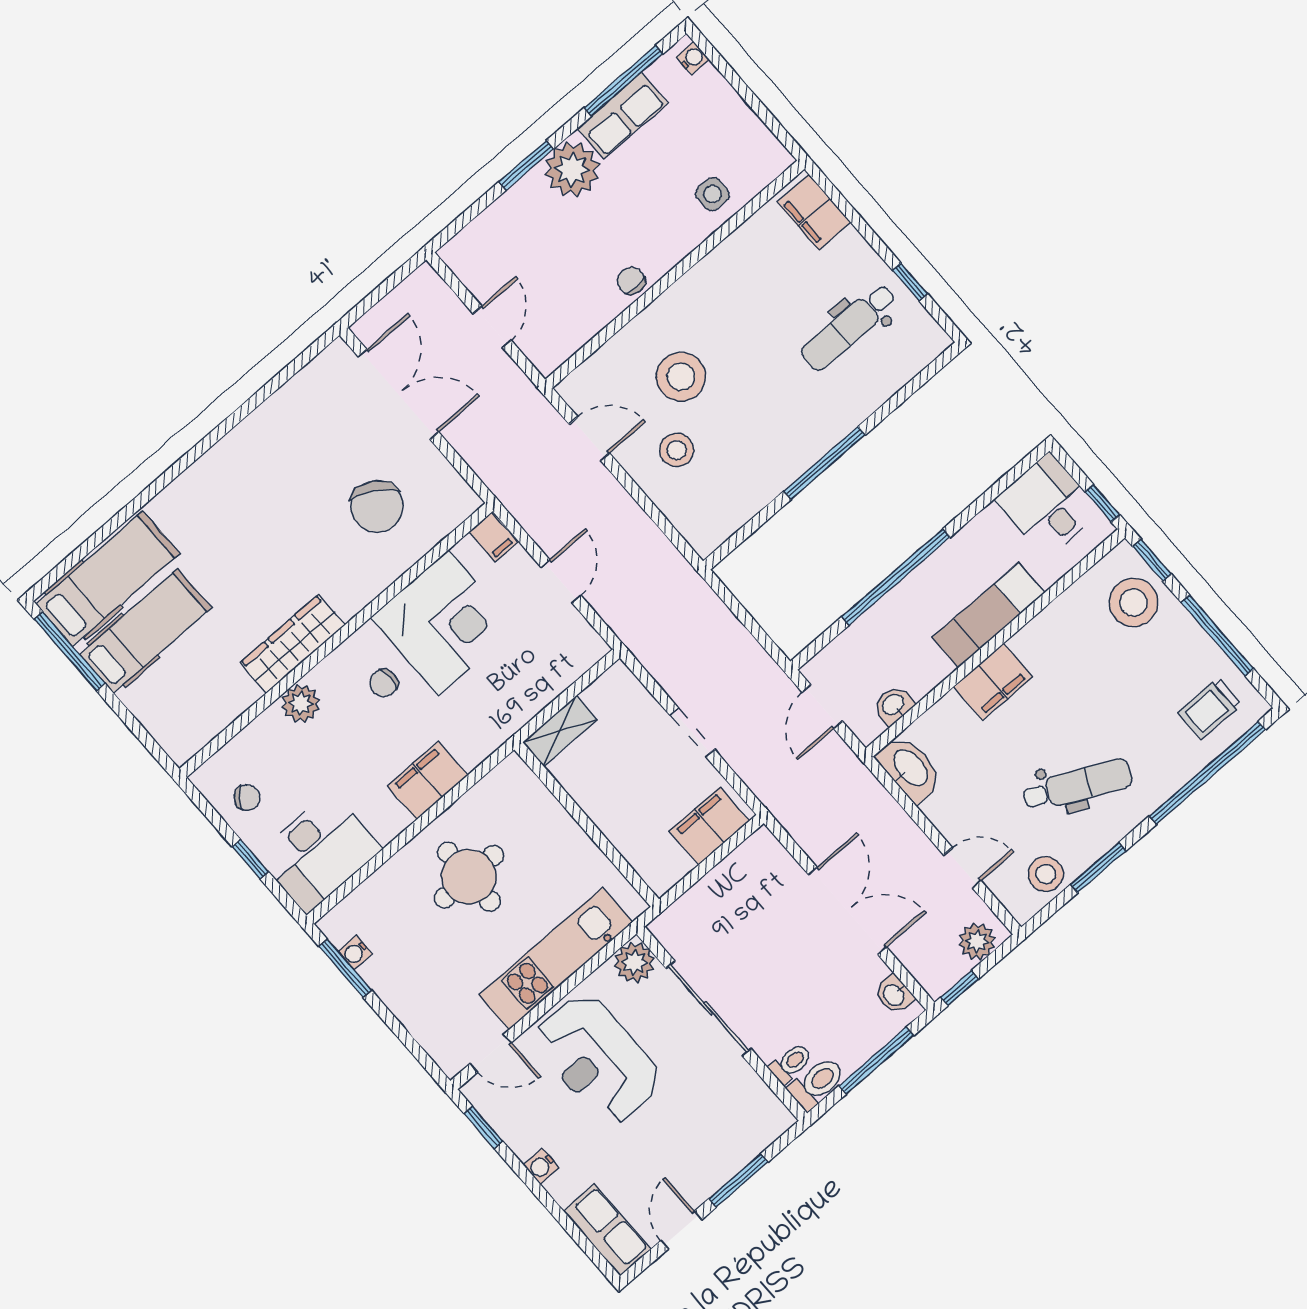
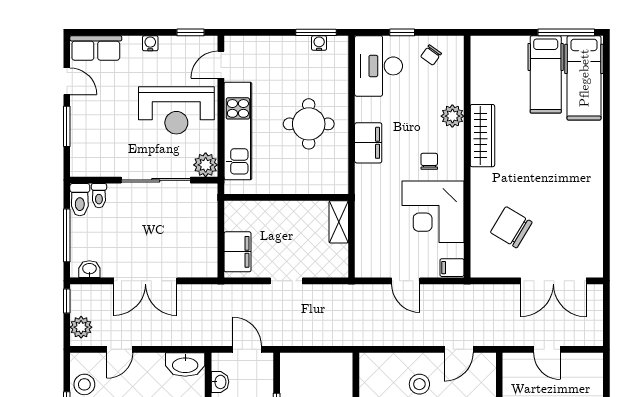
reception desk: (598, 1059) -> (176, 110), turned 180

